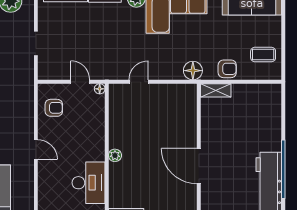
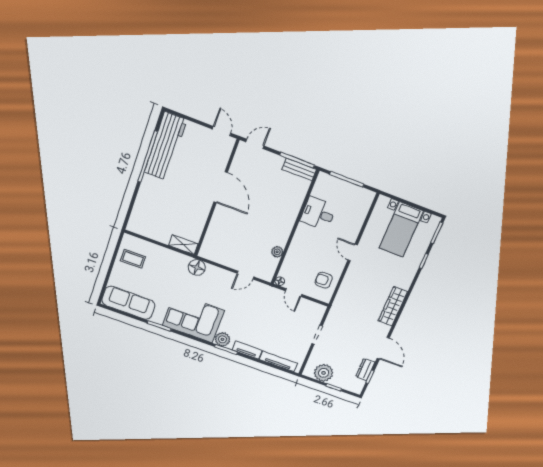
armchair: (227, 69) -> (167, 258), removed
plant: (115, 155) -> (277, 252), moved
desk: (89, 183) -> (318, 214), width x0.73

